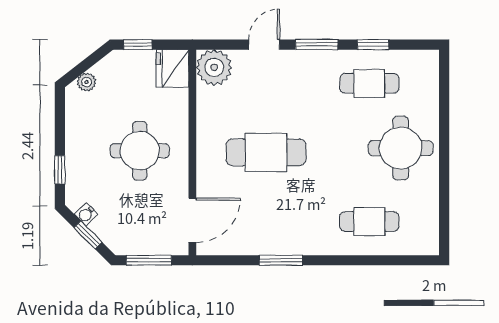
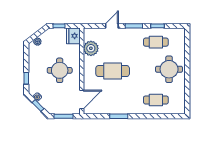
plant: (214, 67) -> (91, 48), moved

